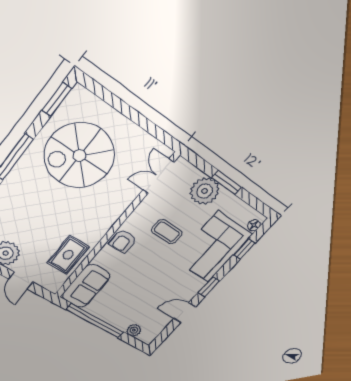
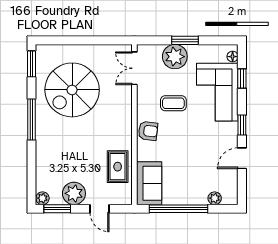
armchair: (123, 241) -> (148, 131), turned -83

